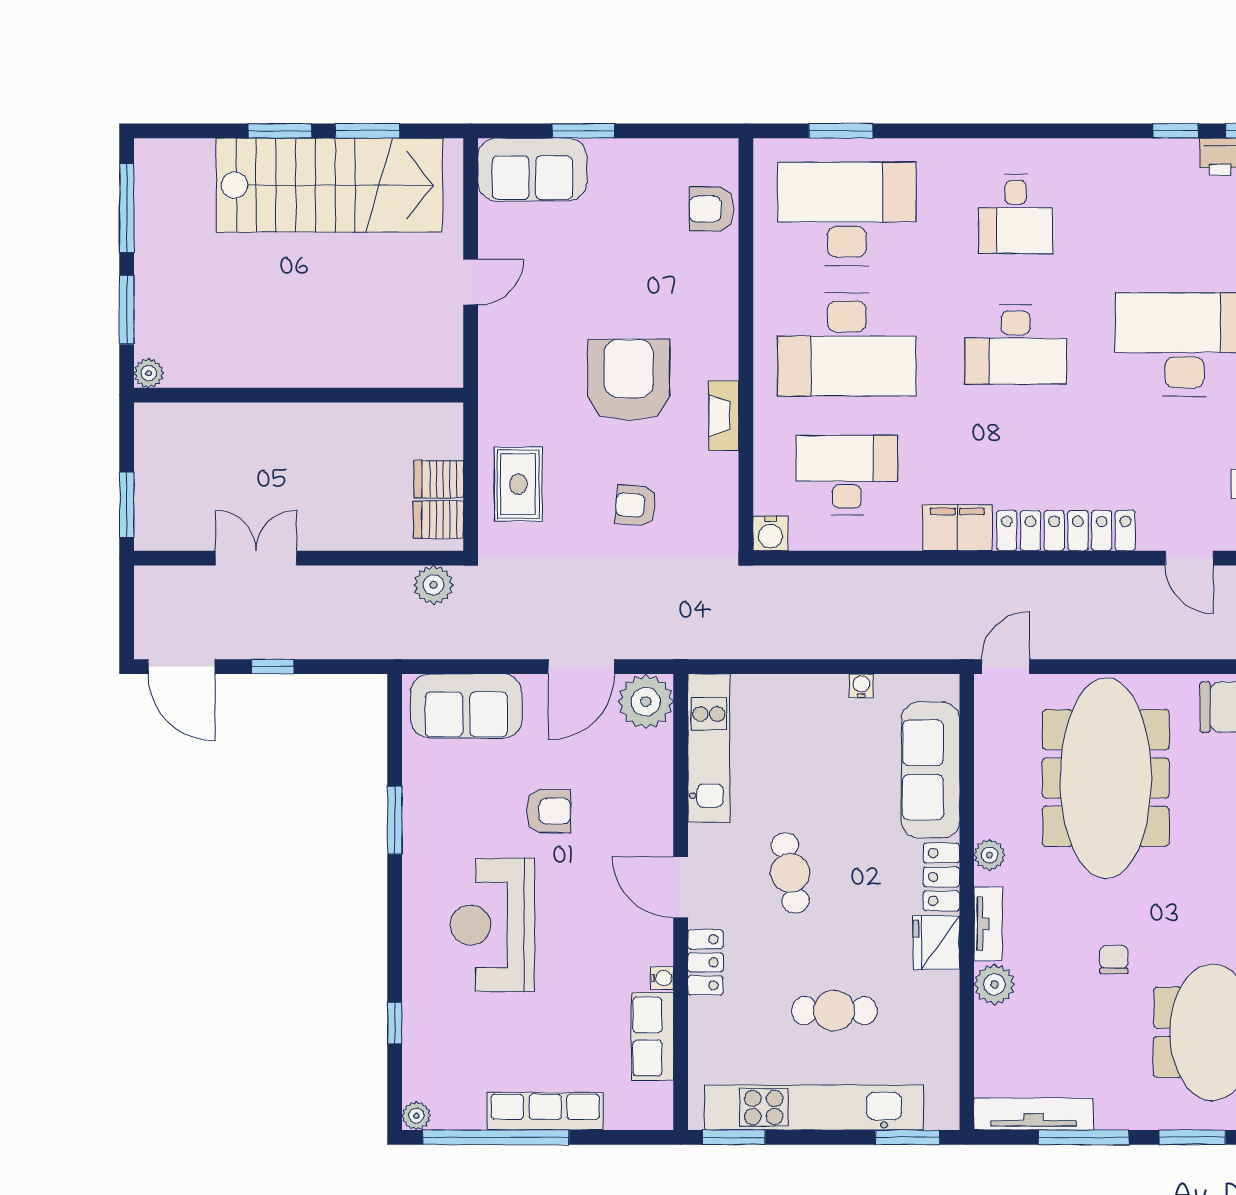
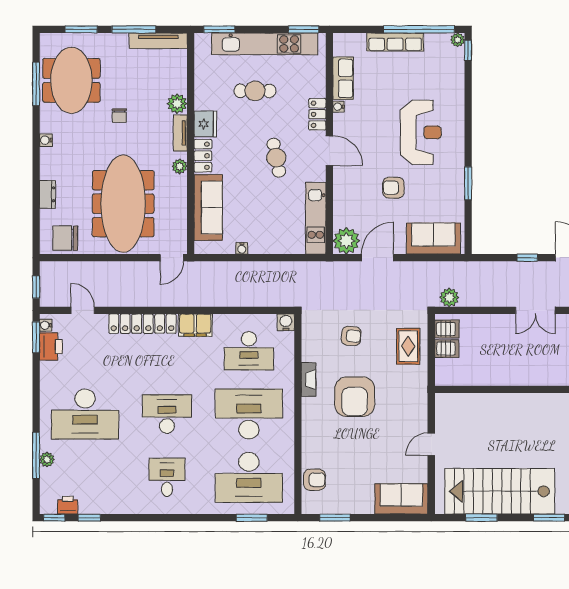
window: (280, 131) -> (549, 518), moved
window: (583, 131) -> (335, 518), moved
window: (395, 1023) -> (468, 50), moved

